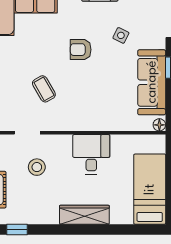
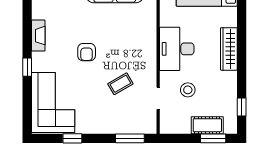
side table: (121, 35) -> (74, 17), removed
desk: (91, 154) -> (177, 49), width x1.37

